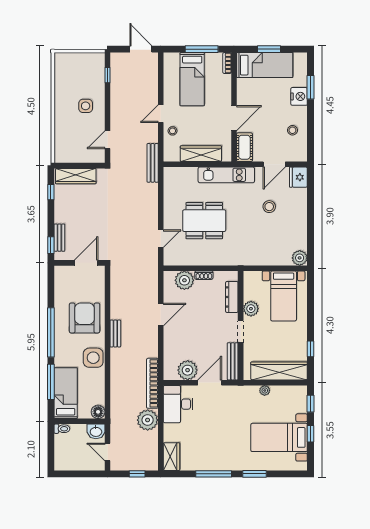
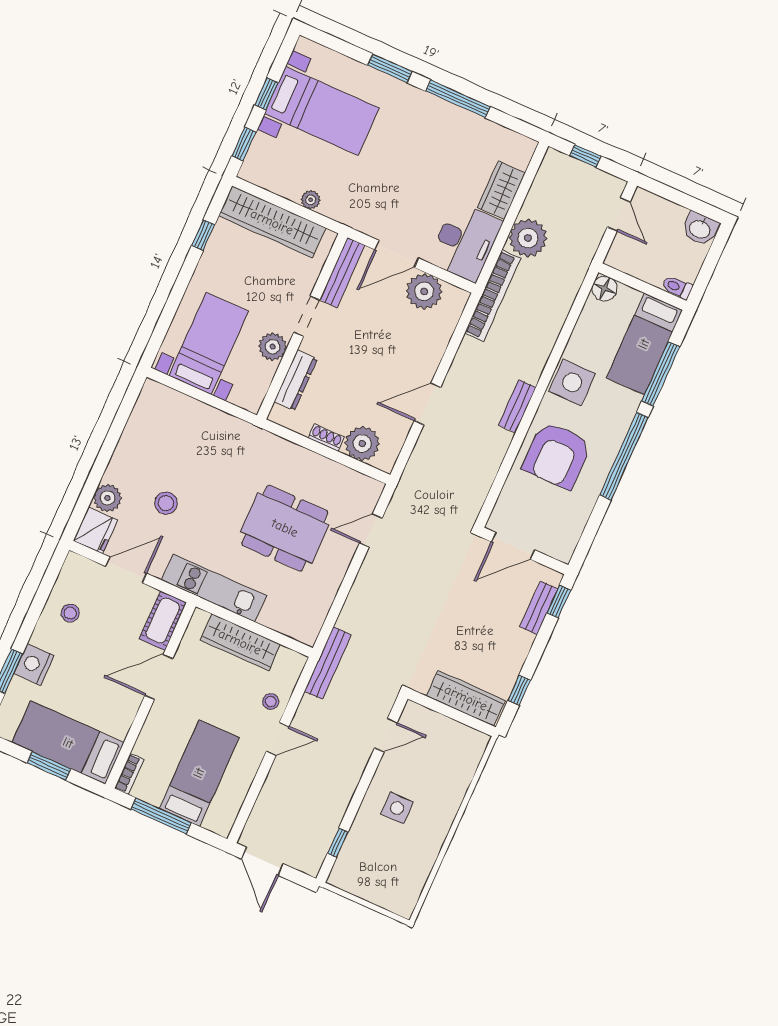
plant: (300, 258) -> (108, 498), moved
washbasin: (96, 431) -> (700, 229), moved, turned 180
wardrobe: (171, 457) -> (501, 190), moved

